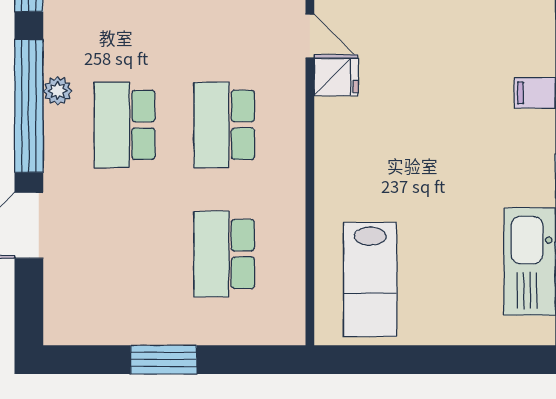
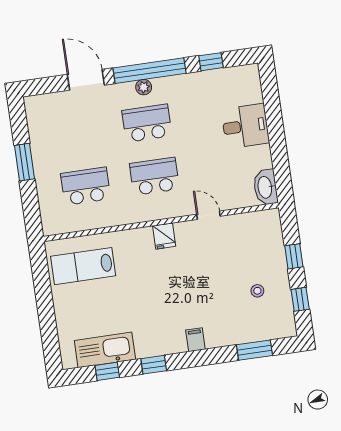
door: (310, 36) -> (208, 215), swing flipped
fridge: (336, 77) -> (164, 236), moved
plant: (58, 91) -> (144, 87), moved

